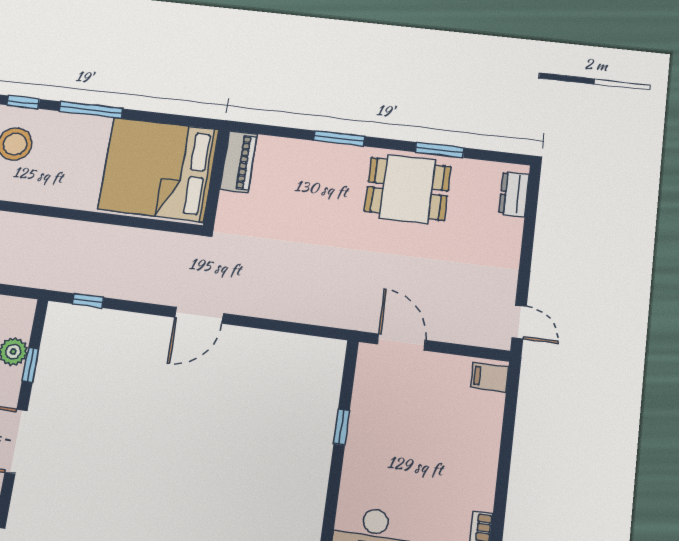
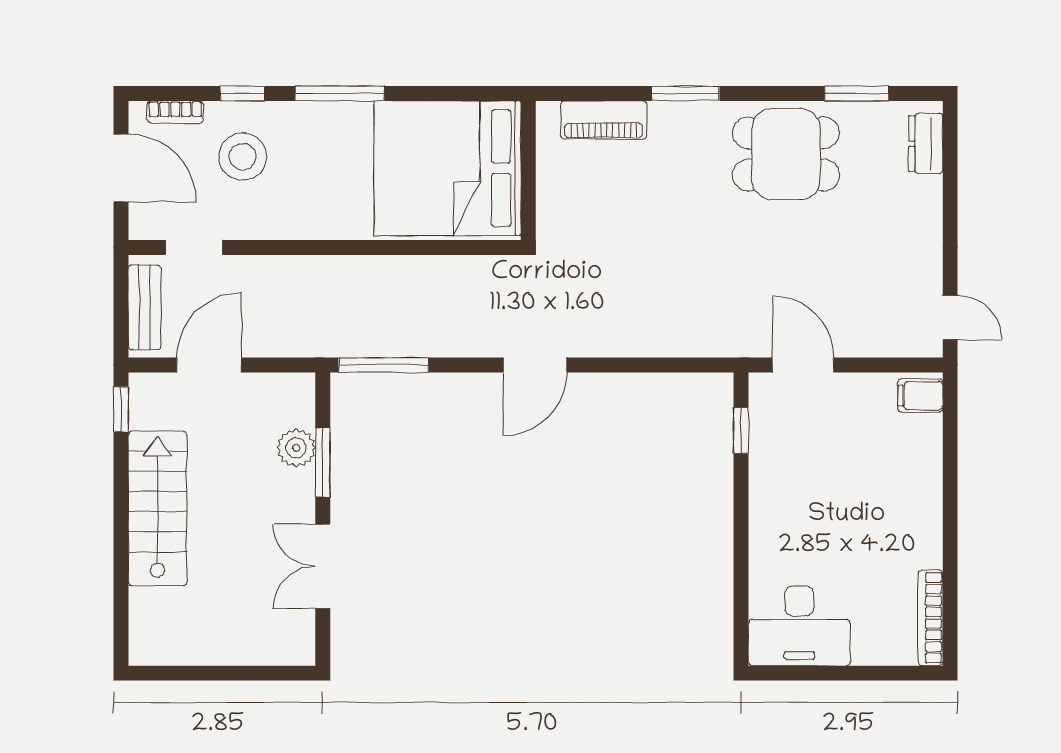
window: (440, 150) -> (857, 93), moved
piano: (238, 162) -> (604, 120), moved, turned 90
window: (88, 301) -> (384, 365), width x2.17
window: (31, 365) -> (323, 463), width x1.50
window: (342, 427) -> (741, 431), moved

